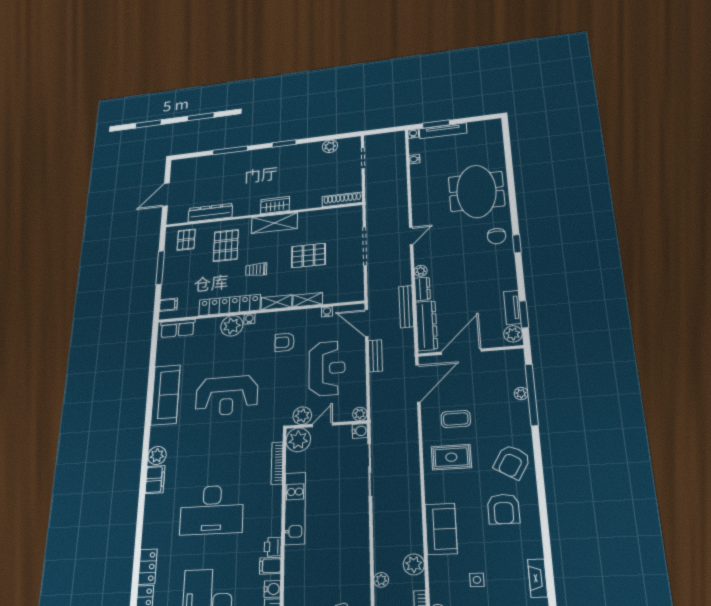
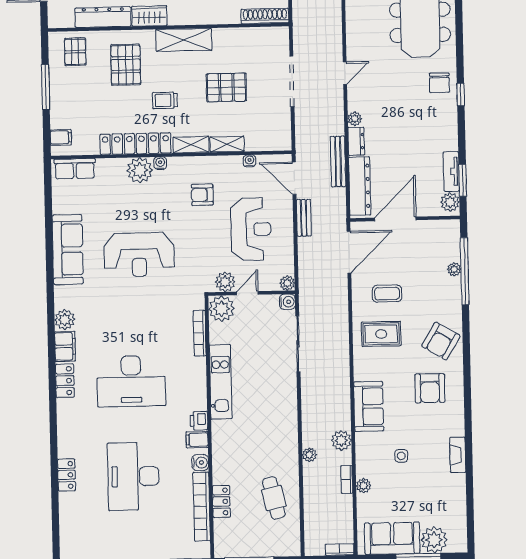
wardrobe: (275, 205) -> (149, 16), moved
locker: (148, 567) -> (65, 381), moved

